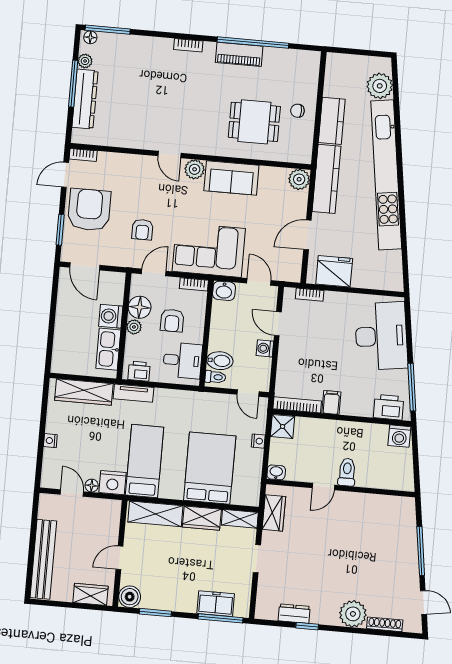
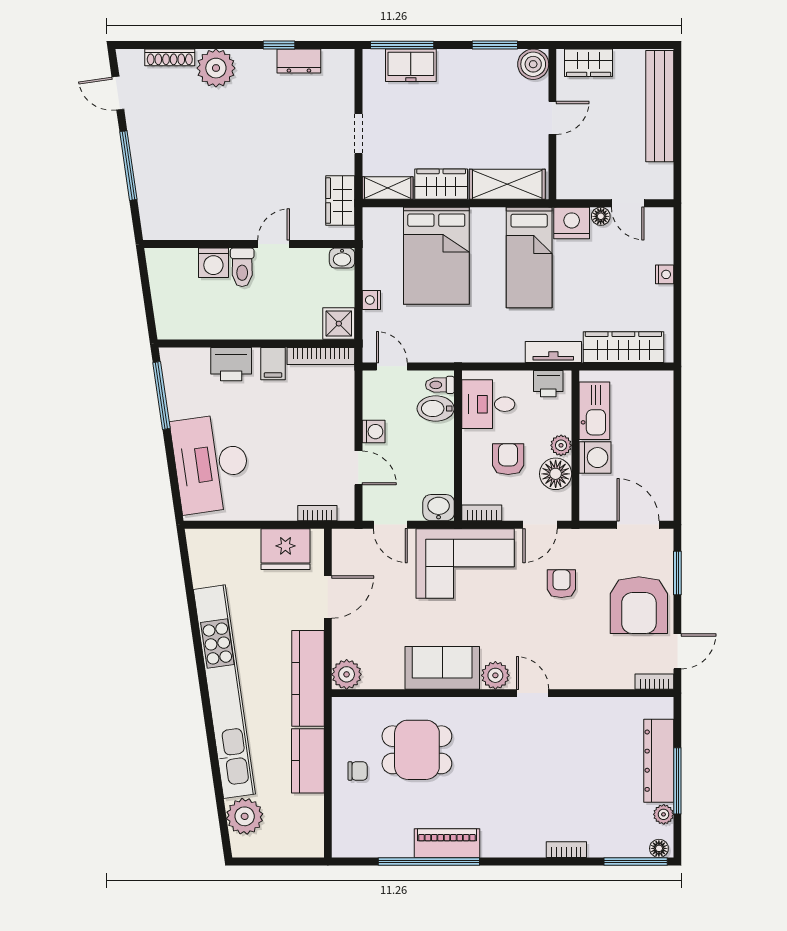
bookcase: (188, 45) -> (566, 850), moved
printer: (389, 407) -> (231, 364), moved
washing machine: (399, 436) -> (213, 263), moved, turned 180

